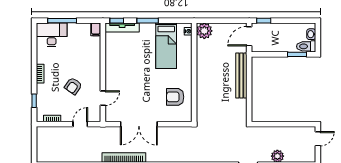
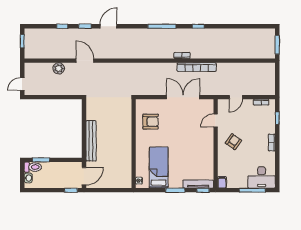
plant: (204, 31) -> (124, 181), removed
armchair: (73, 86) -> (233, 142), moved

